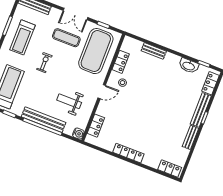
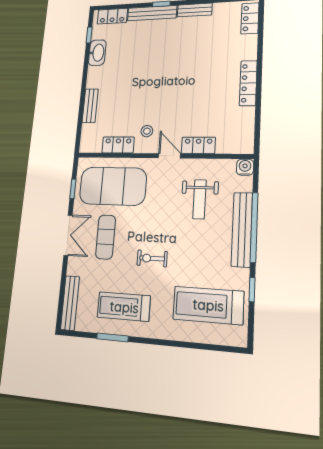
treadmill: (22, 37) -> (124, 307), turned 180
locker: (96, 126) -> (198, 145), moved

